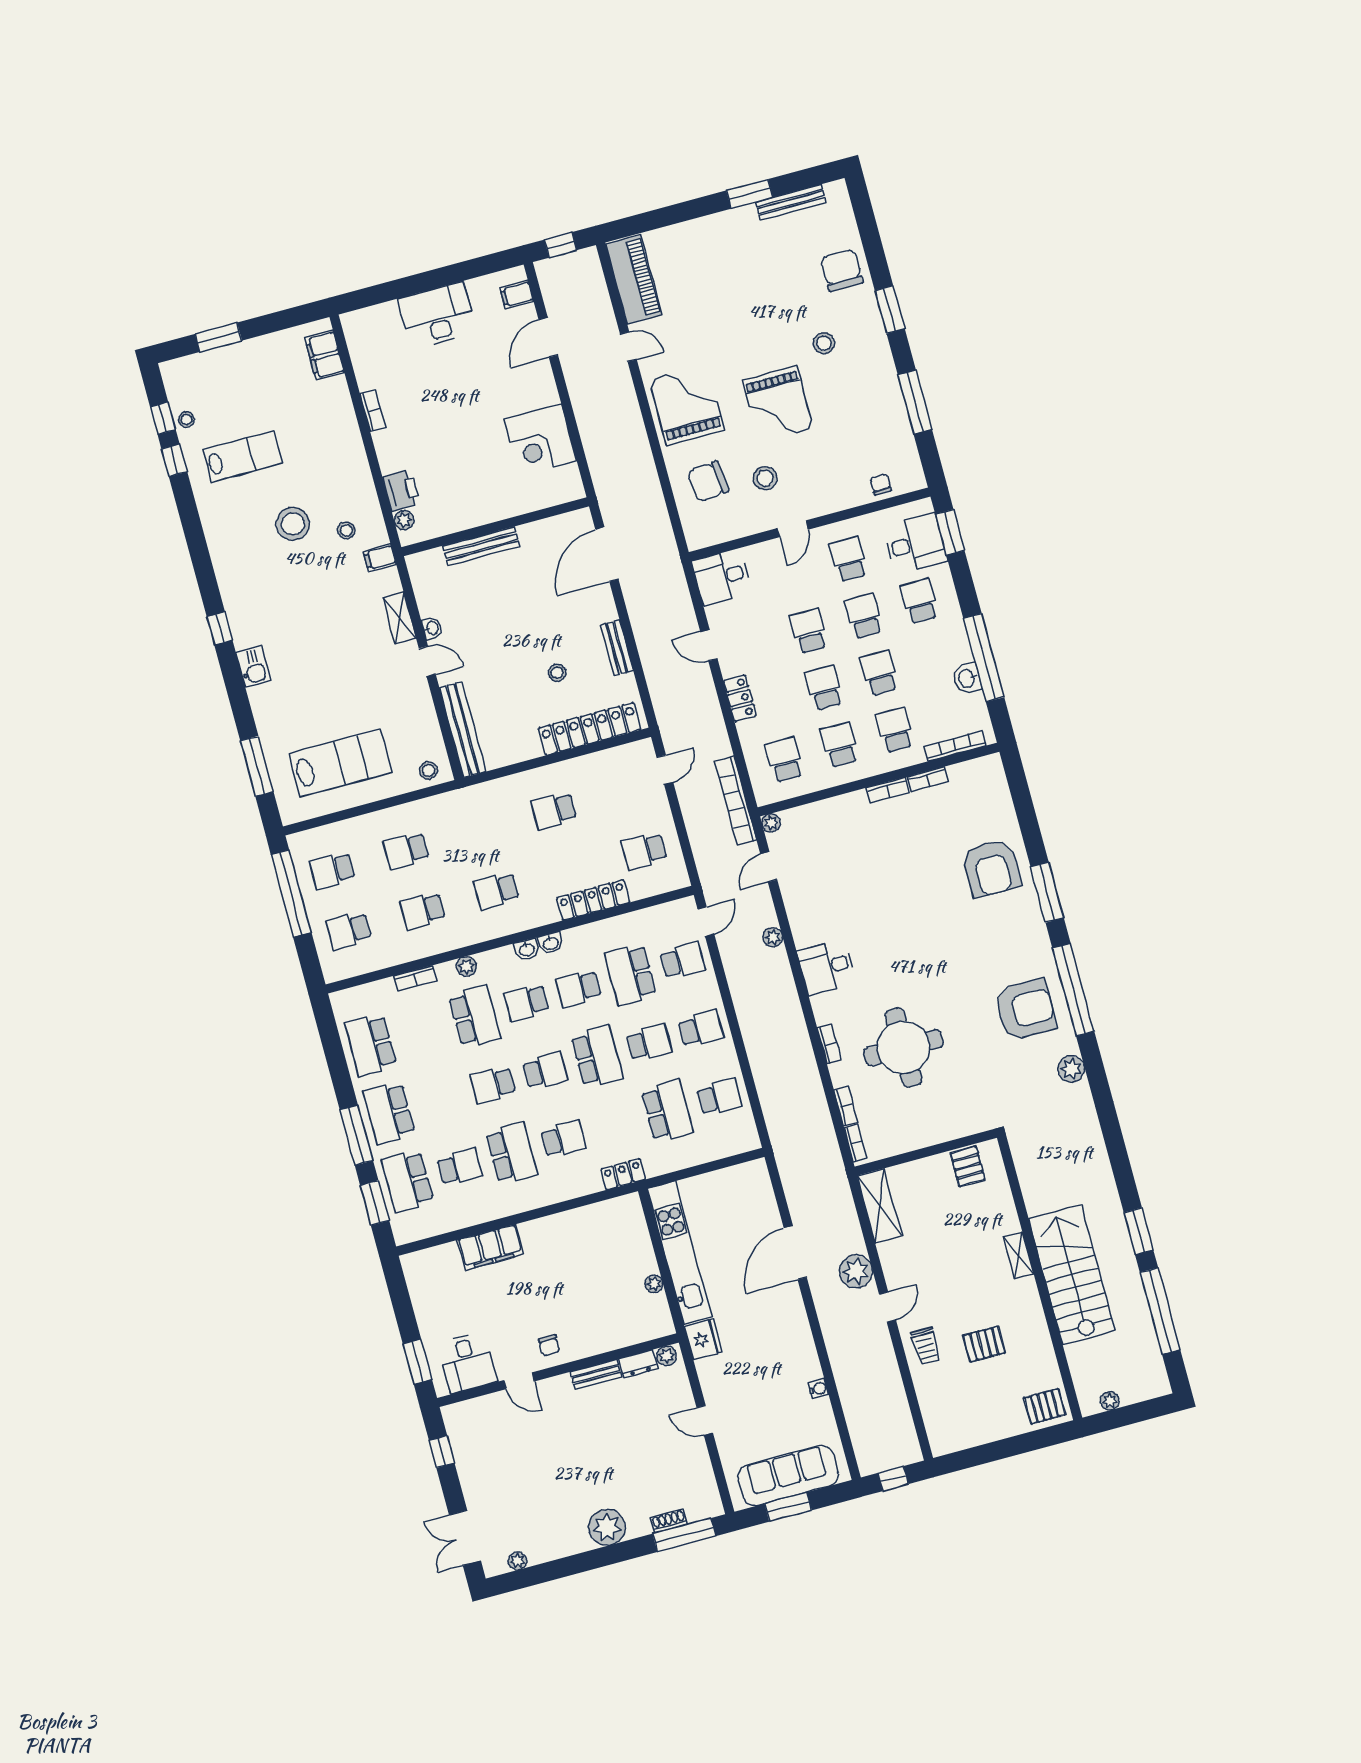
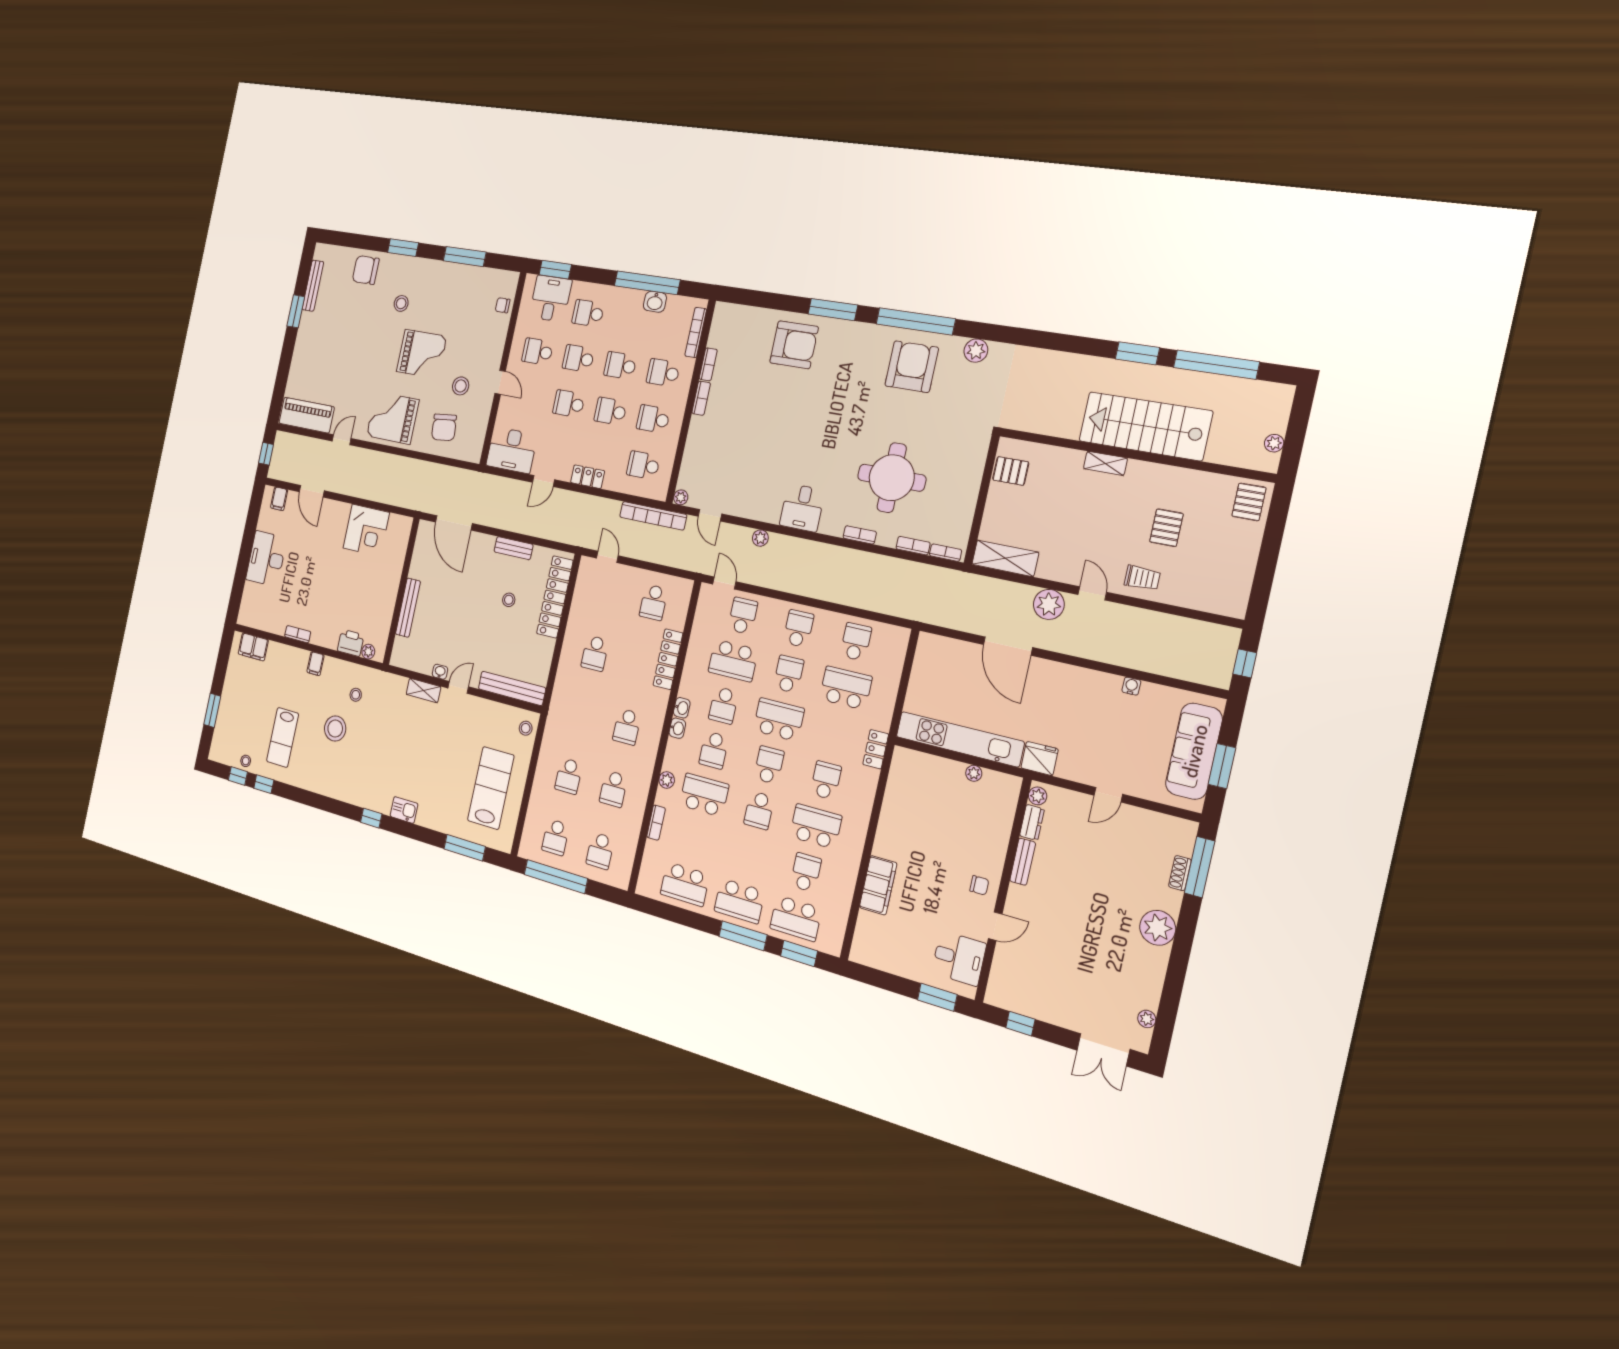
lab bench: (243, 456) -> (283, 737), turned 180
filing cabinet: (380, 558) -> (316, 664), moved
desk: (722, 577) -> (512, 450), width x1.37

